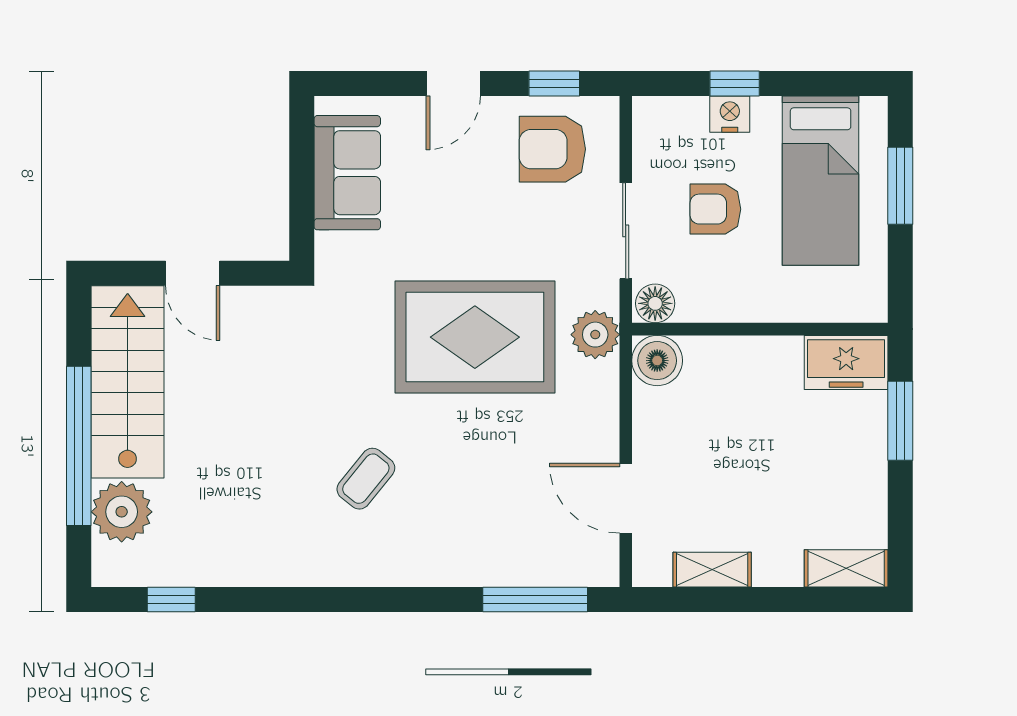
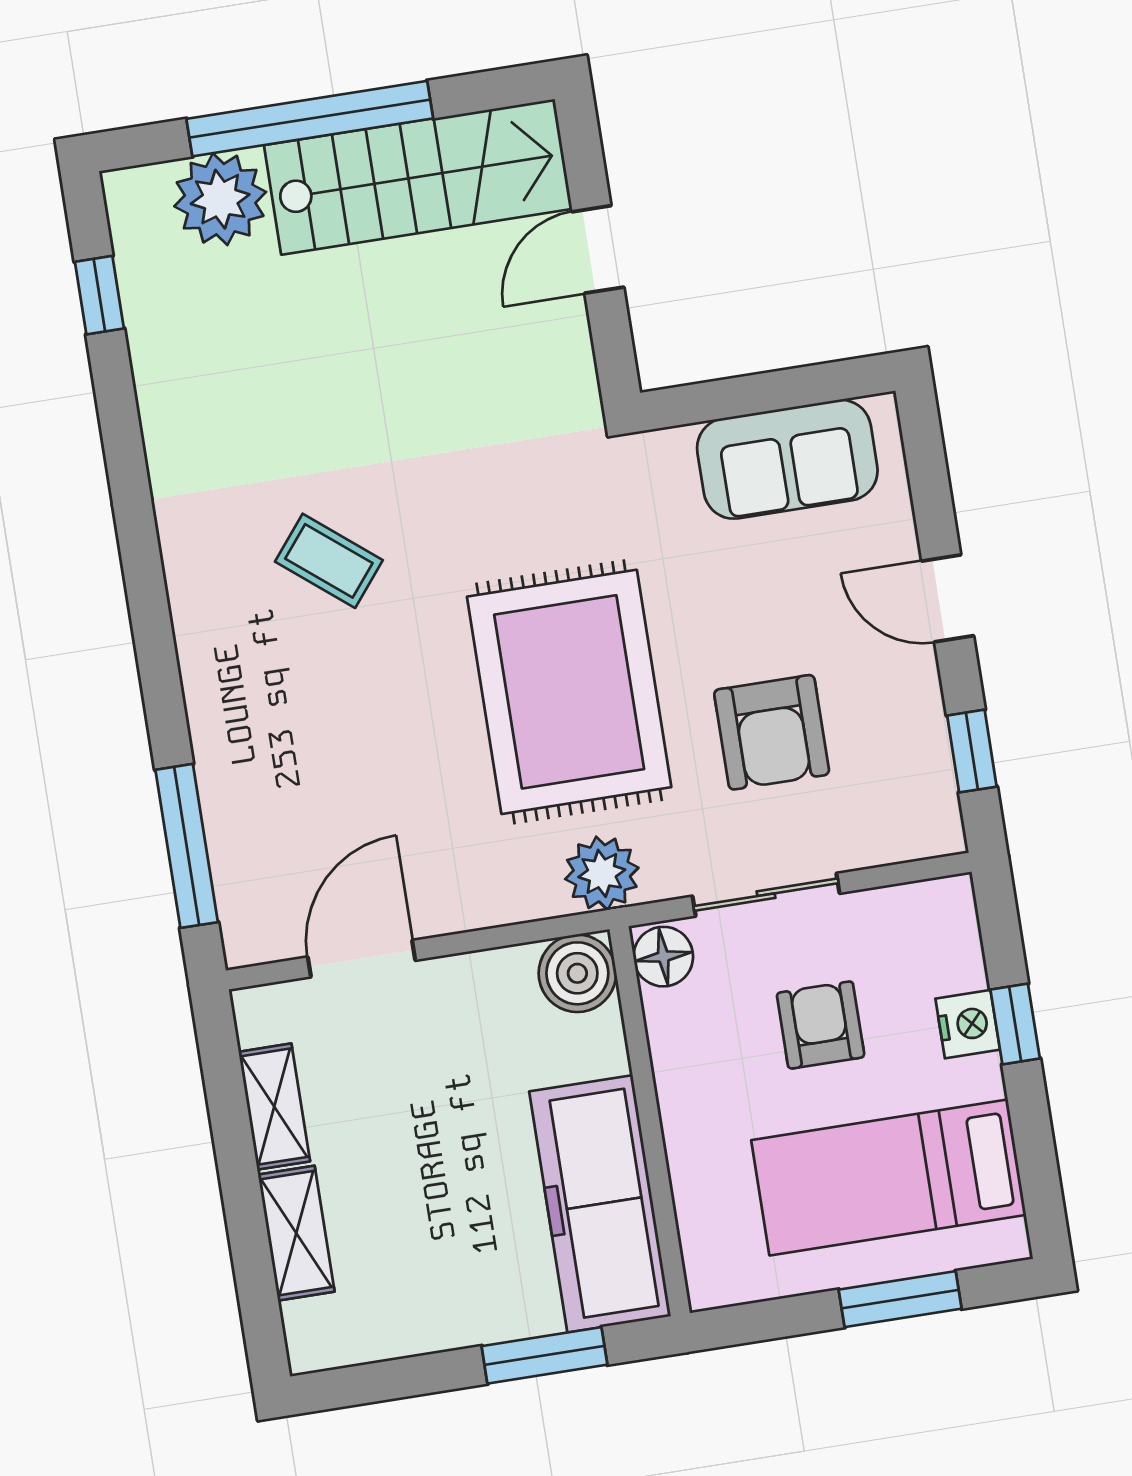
armchair: (552, 149) -> (772, 732), moved, turned 180
freezer: (846, 362) -> (600, 1204), width x1.91, depth x1.26
shelving: (846, 568) -> (296, 1233), moved

